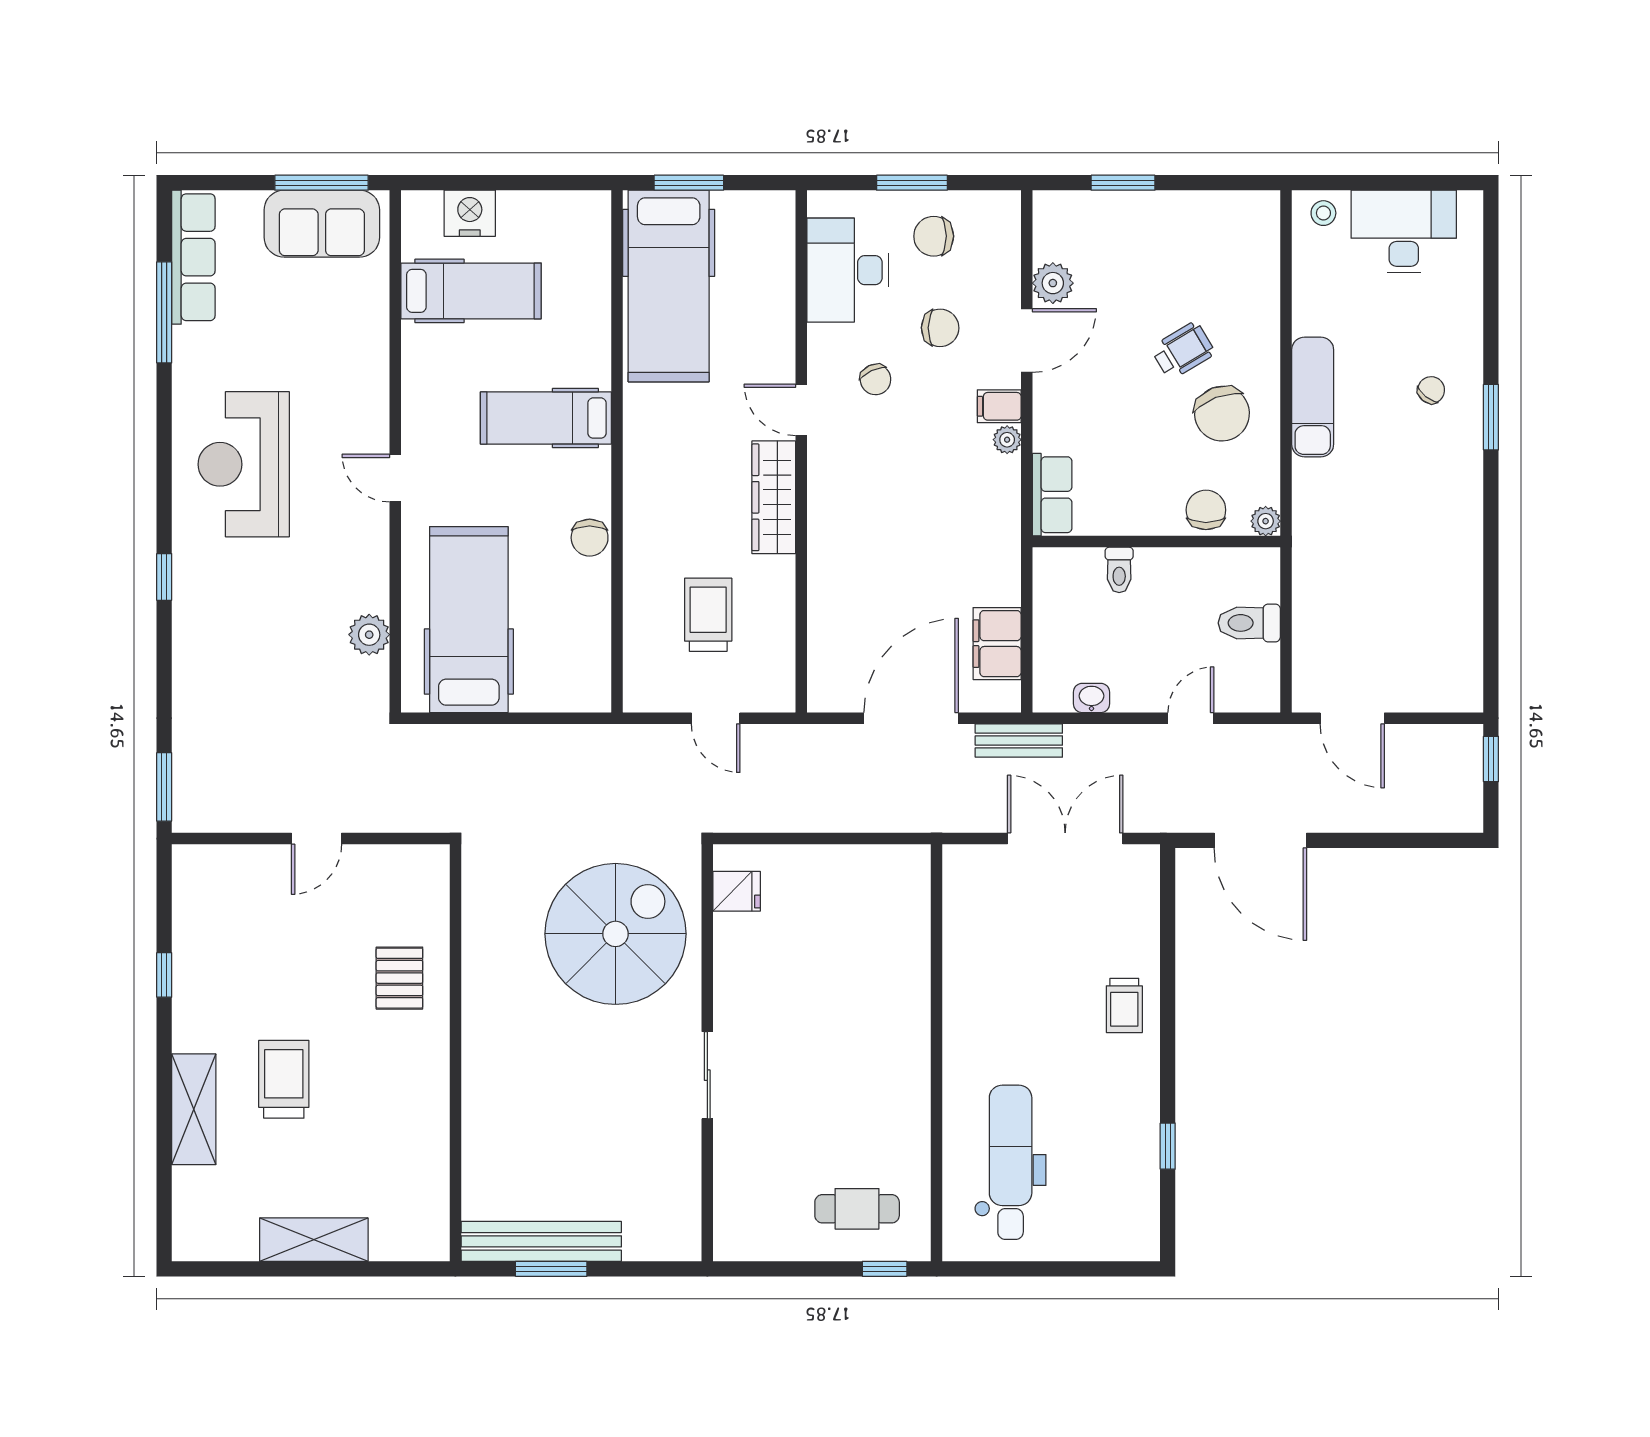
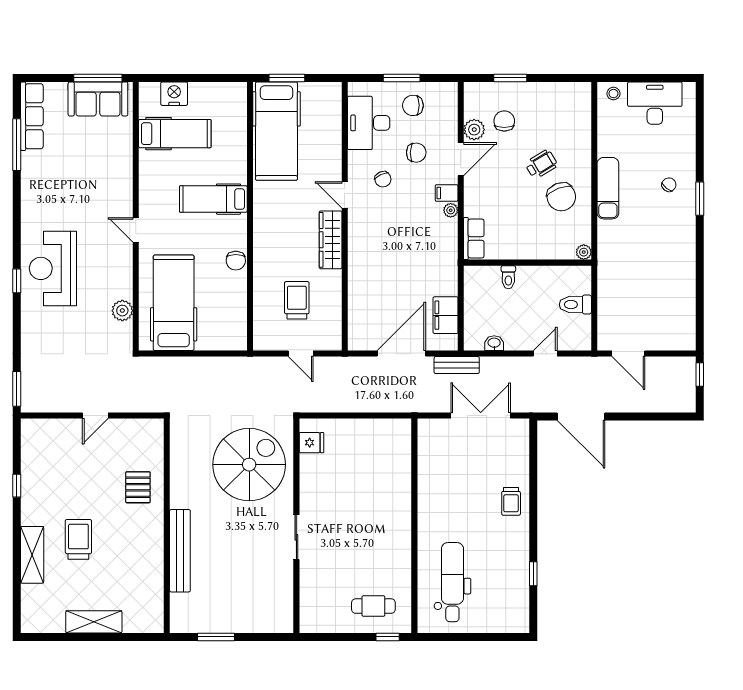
reception desk: (244, 464) -> (53, 268), moved
chair: (1206, 510) -> (504, 121), moved
bench: (541, 1241) -> (180, 551), moved, turned 90

